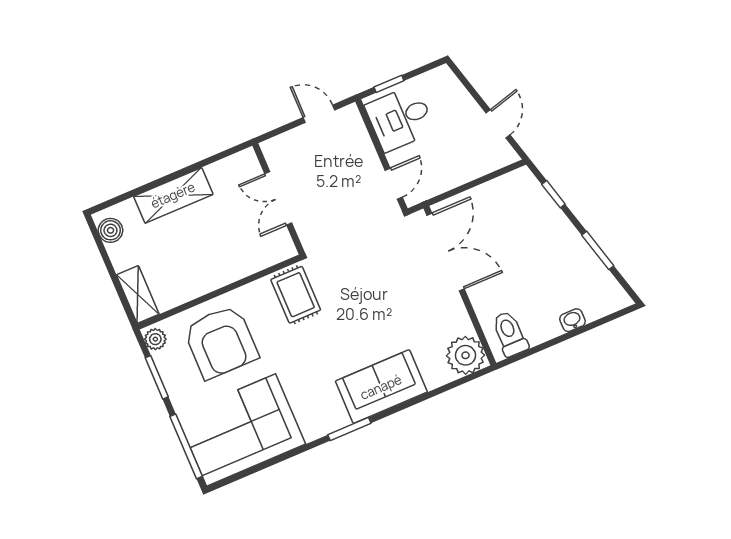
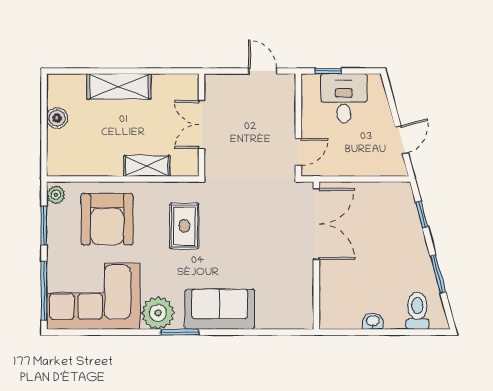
desk: (400, 118) -> (344, 98), moved, turned 90
boiler: (110, 230) -> (57, 118), moved
shelving: (138, 295) -> (147, 166), moved, turned 90
rug: (296, 295) -> (184, 226), moved
washbasin: (572, 320) -> (373, 321), moved
toilet: (510, 334) -> (417, 311), moved
plant: (465, 355) -> (158, 313), moved

